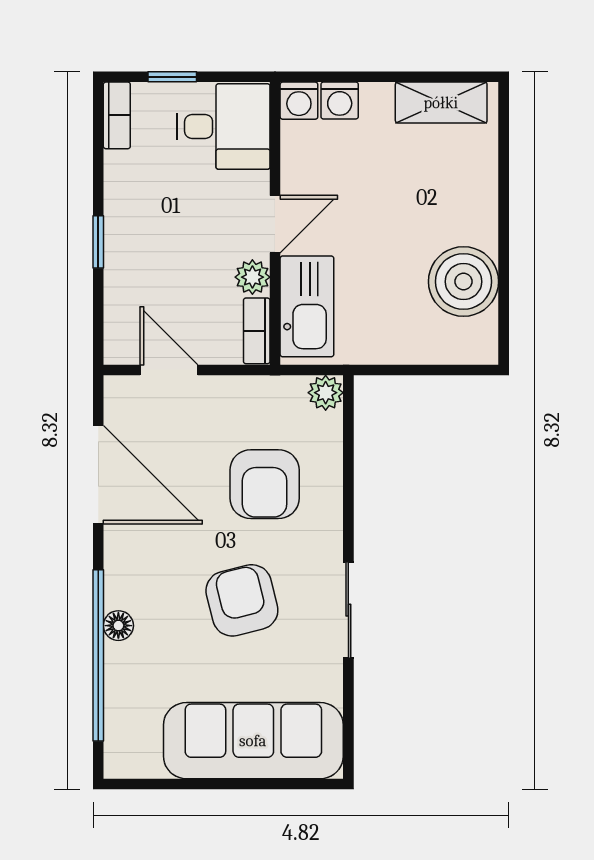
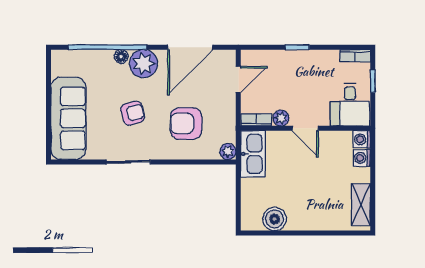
boiler: (463, 282) -> (275, 219), width x0.73, depth x0.73
kitchen sink: (307, 306) -> (253, 154), moved, turned -90
plant: (134, 577) -> (144, 64), added
armchair: (242, 600) -> (133, 113), width x0.72, depth x0.72

